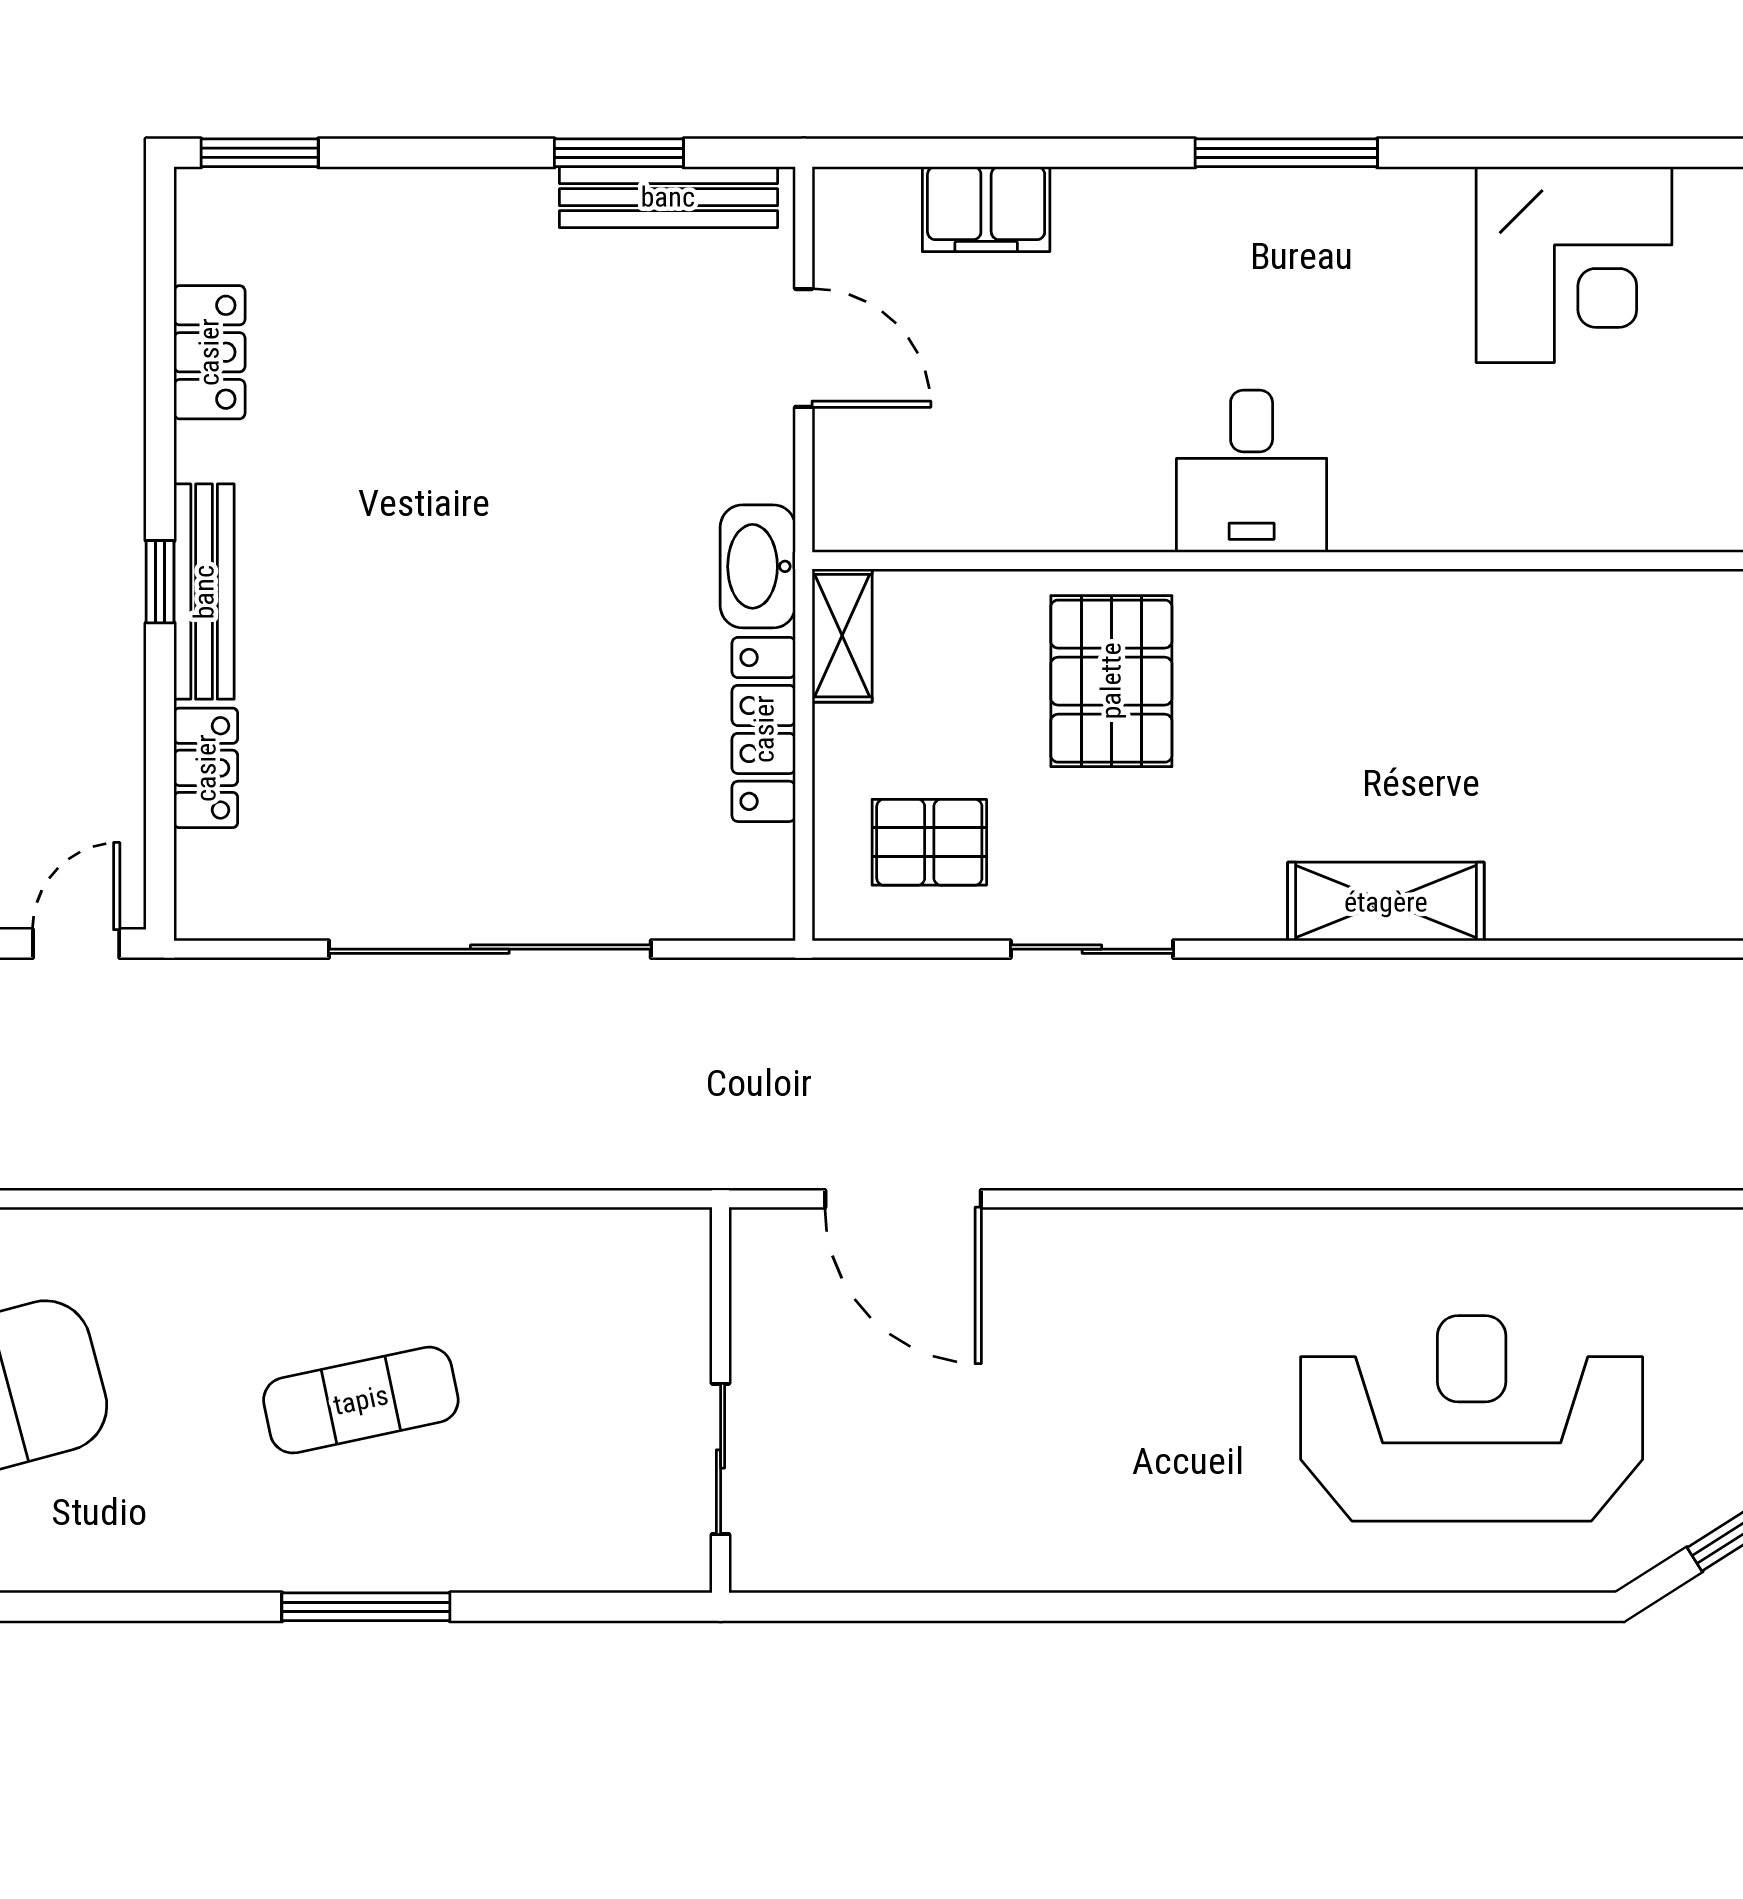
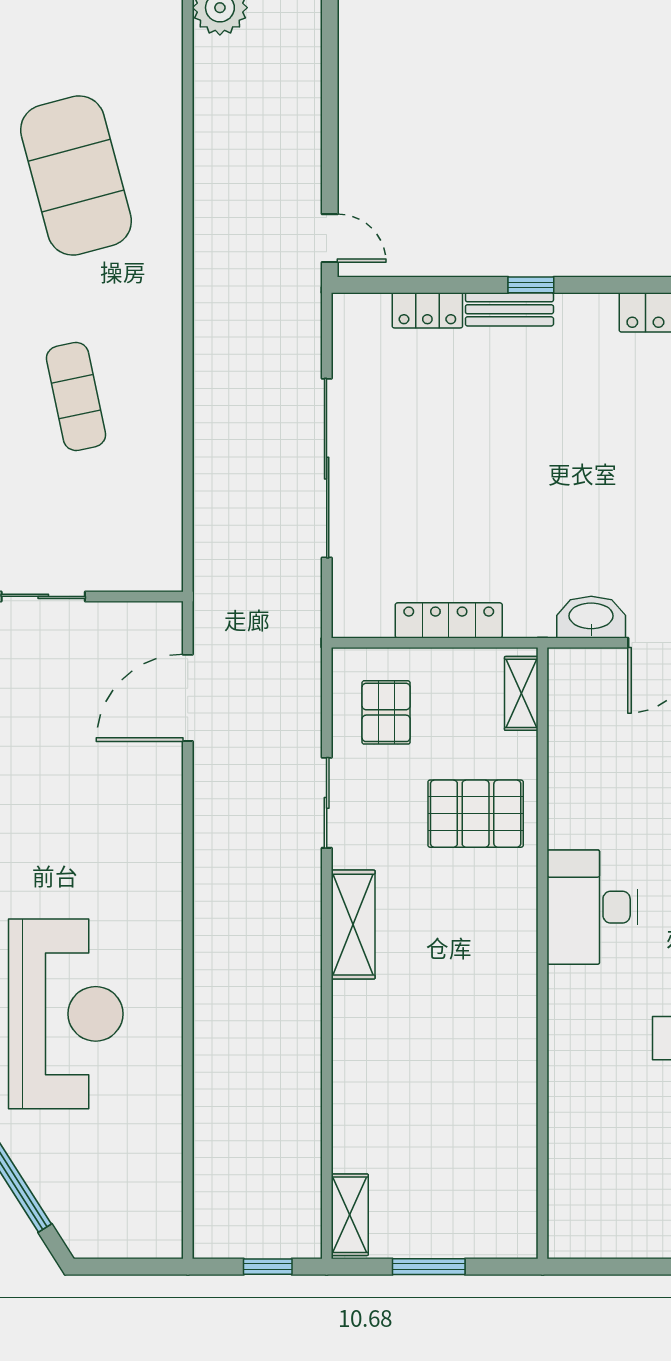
desk: (1252, 471) -> (592, 907), width x1.37
washbasin: (758, 566) -> (591, 617), moved
bench: (204, 592) -> (509, 309), width x0.73
shelving: (842, 636) -> (521, 693), moved, turned 90
shelving: (1386, 902) -> (353, 925), moved

